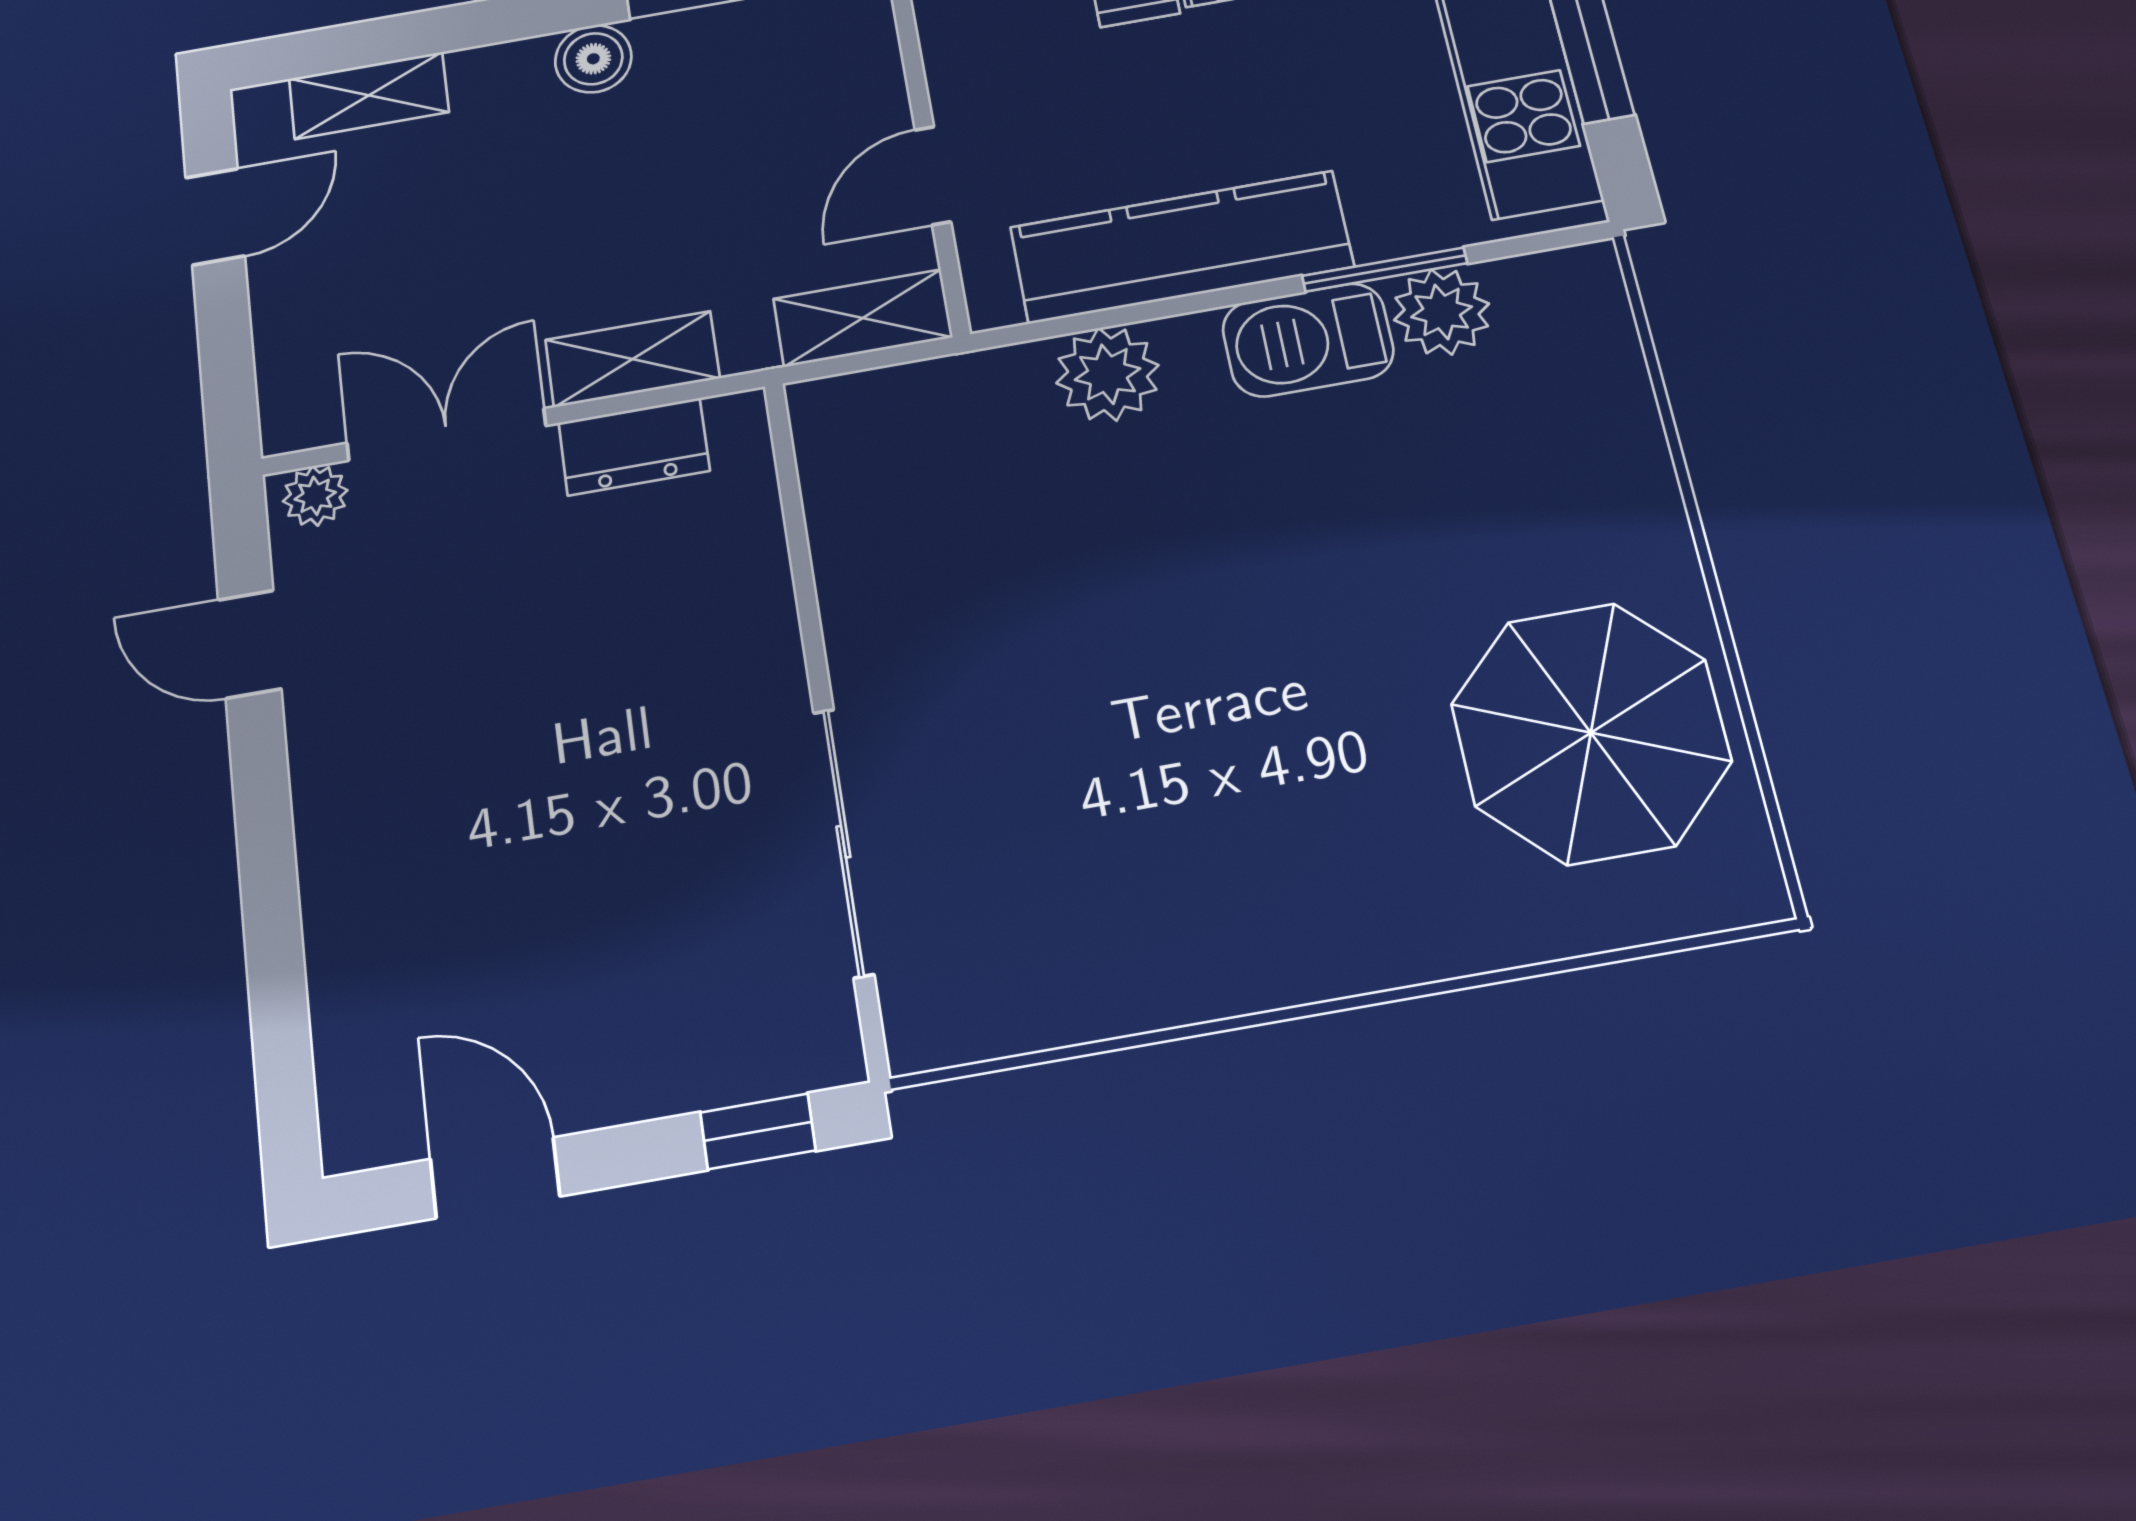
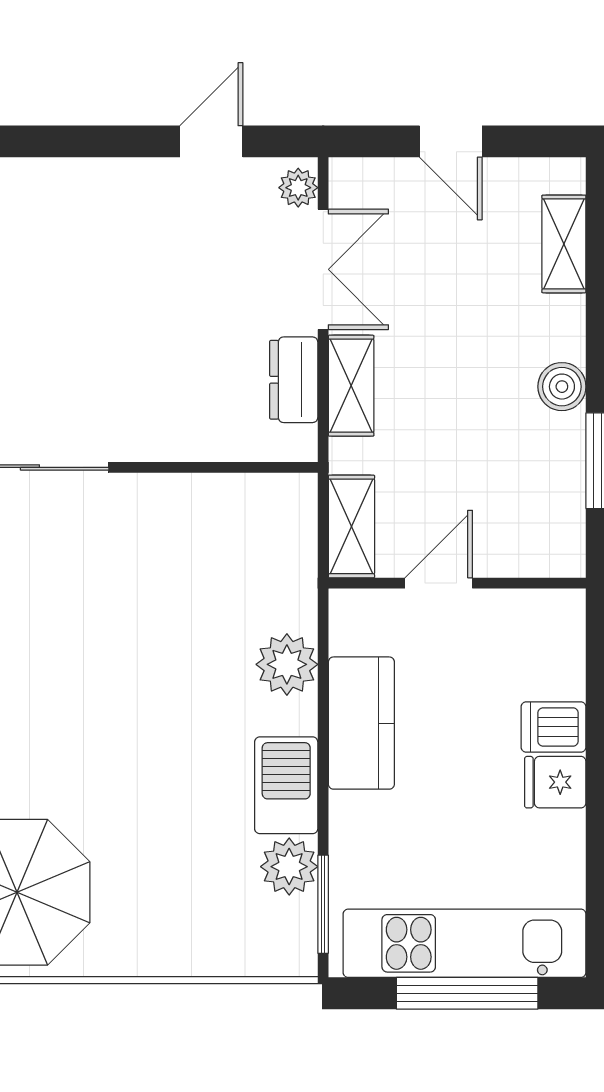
door: (933, 176) -> (439, 583), hinge flipped
door: (215, 217) -> (451, 141), moved
kitchen counter: (1181, 247) -> (361, 723), width x0.67
window: (1385, 270) -> (323, 904), moved

